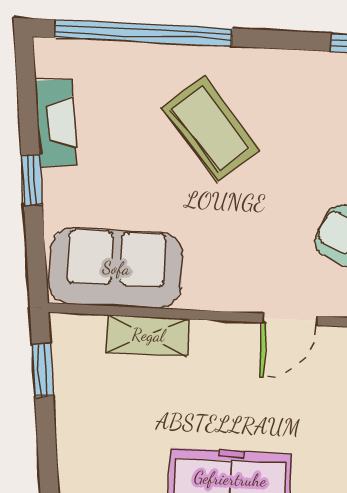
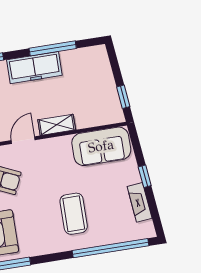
coffee table: (211, 129) -> (74, 214), turned 40
shelving: (148, 335) -> (57, 125), moved

